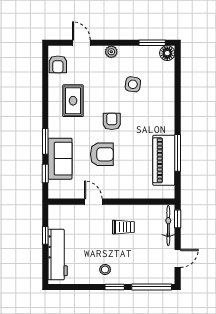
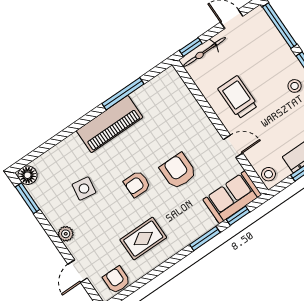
armchair: (58, 64) -> (117, 280), turned -90
sofa: (60, 159) -> (232, 197), moved
piano: (164, 160) -> (110, 124), moved
door: (93, 202) -> (233, 146), swing flipped
stool: (59, 212) -> (268, 174), added
trolley: (123, 227) -> (238, 97), width x1.36, depth x1.39

